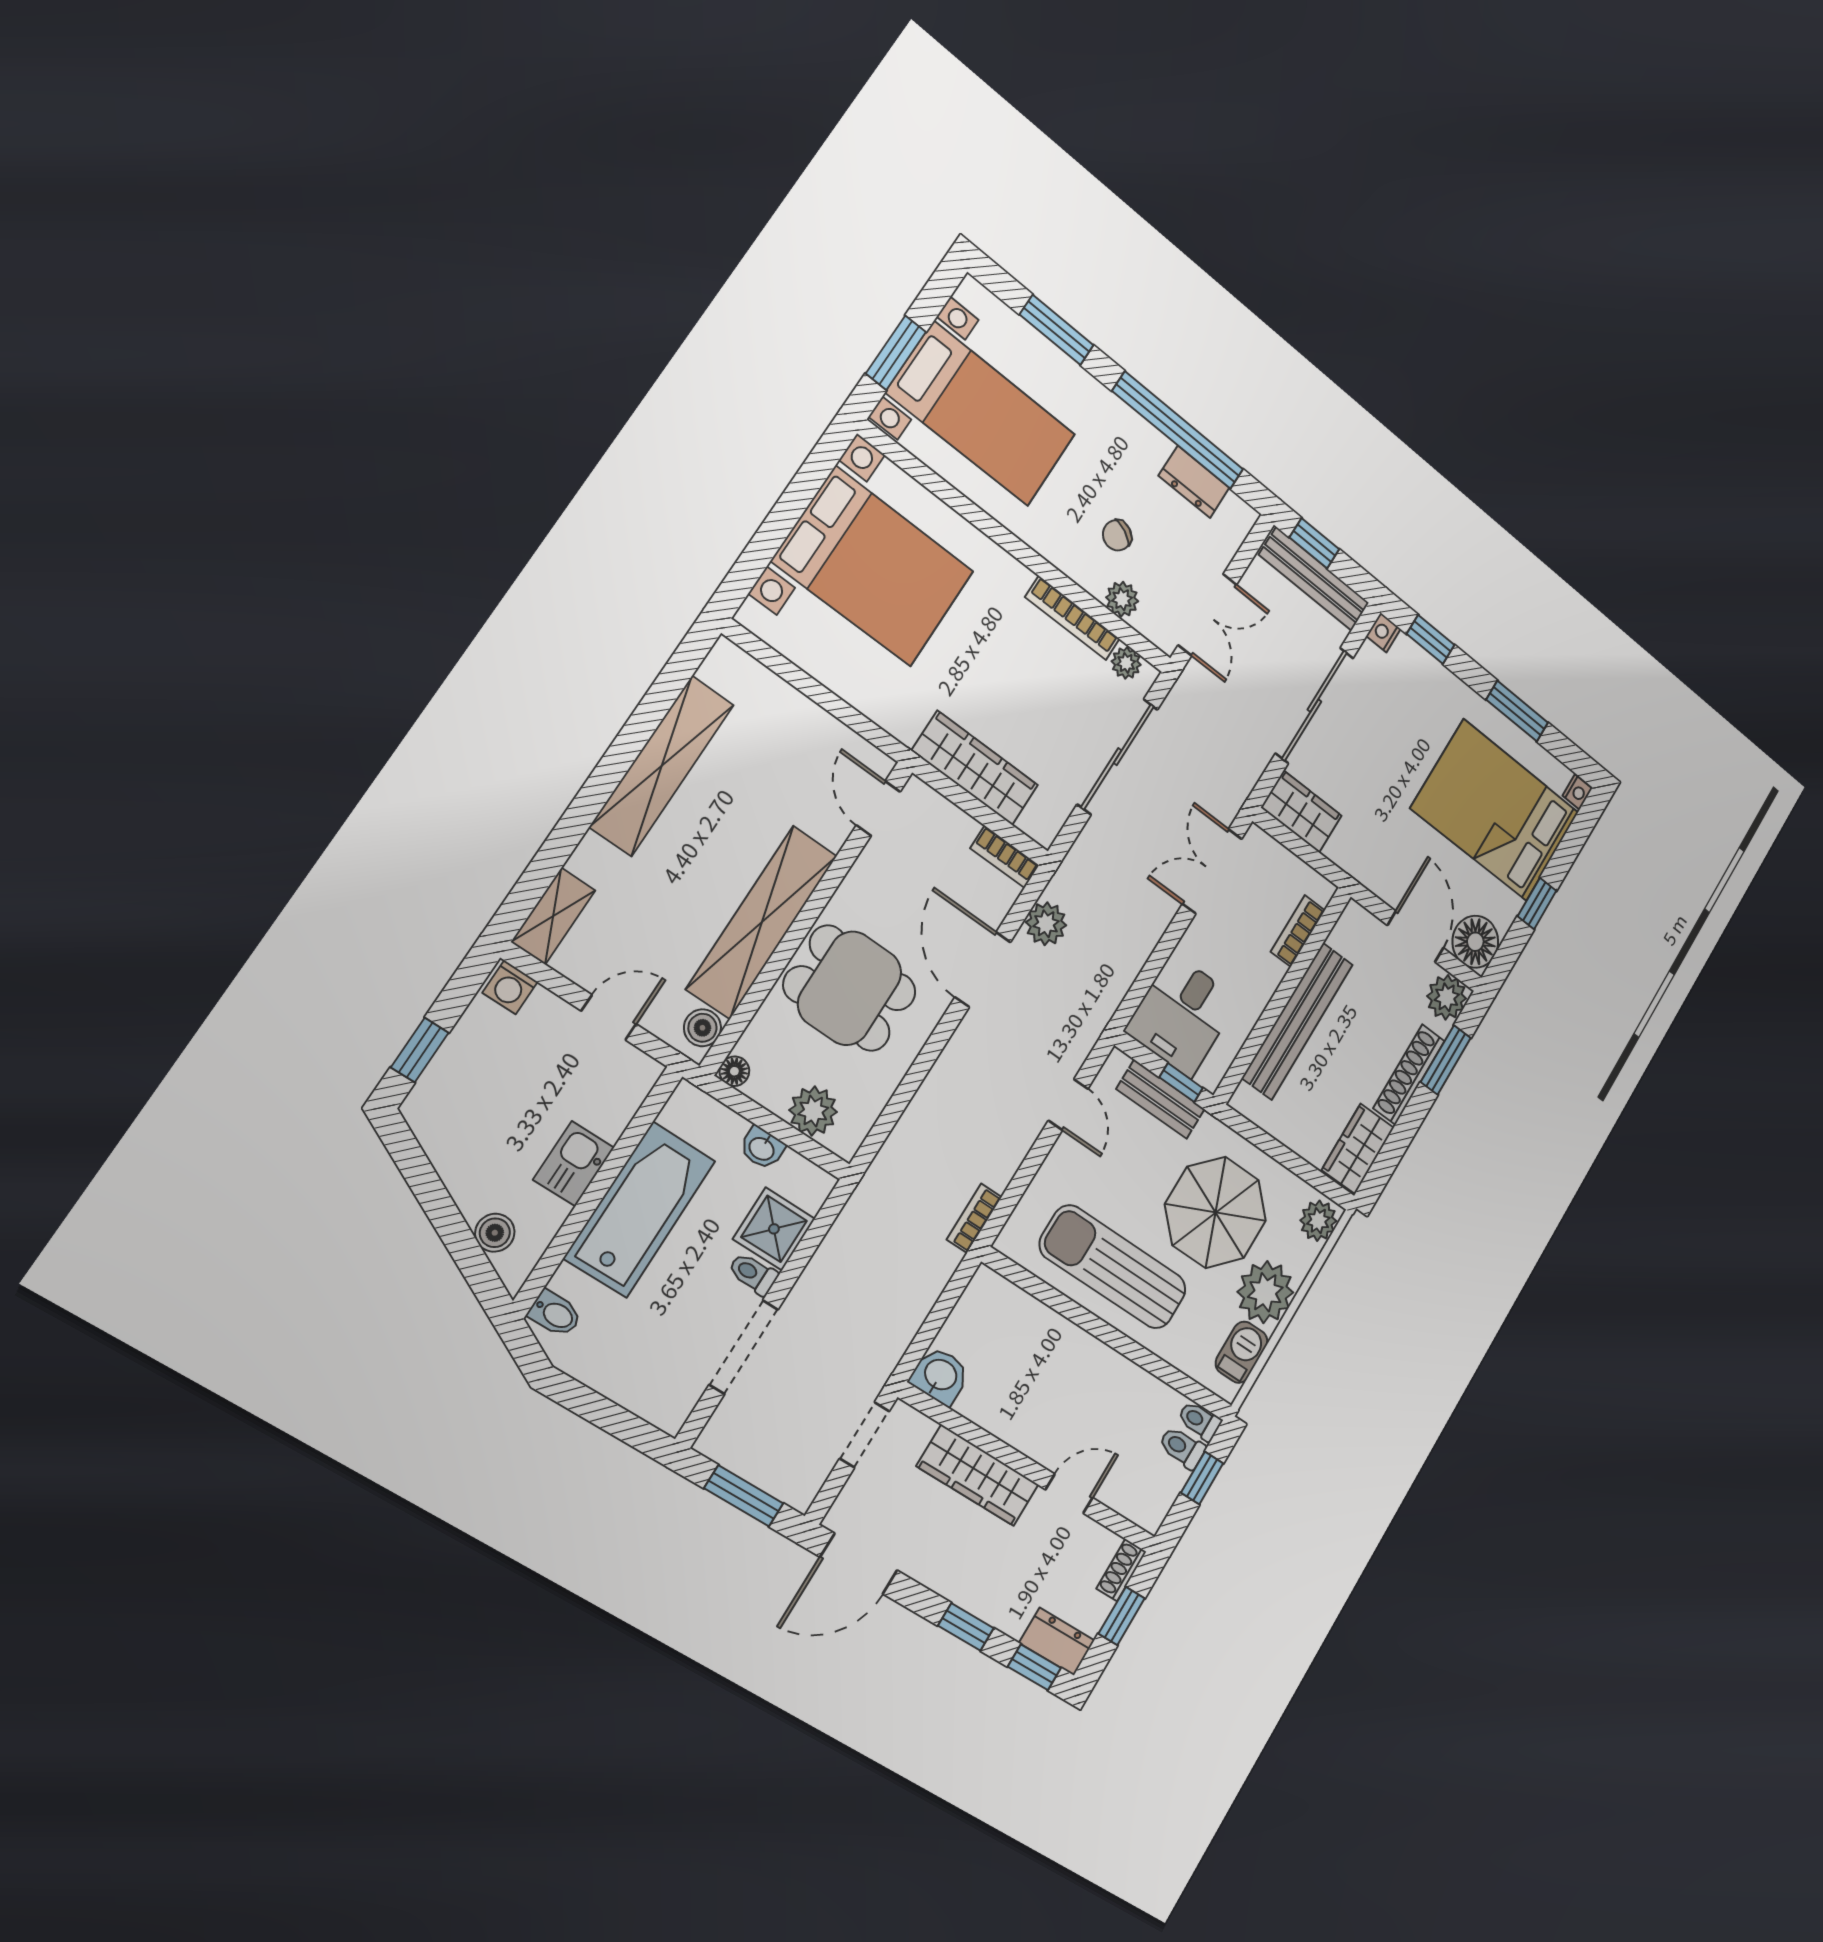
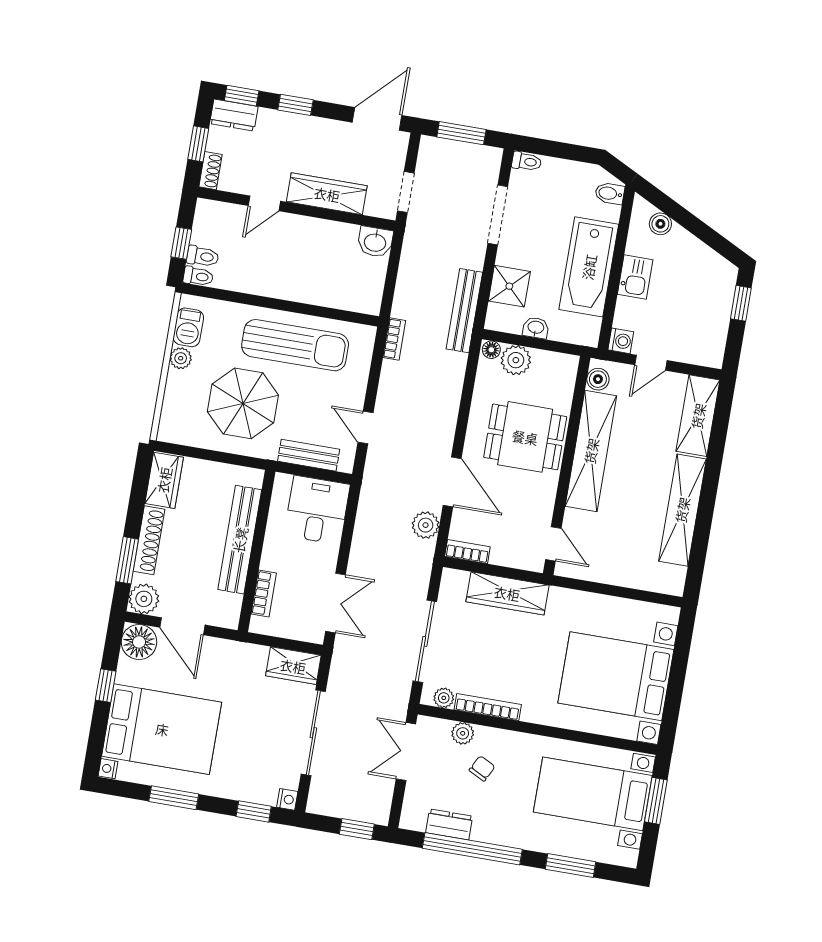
bench: (1314, 579) -> (464, 311), moved, turned 90
shelving: (553, 916) -> (698, 416), width x1.50, depth x1.33
washing machine: (510, 987) -> (621, 341), moved, turned 90
floor lamp: (734, 1071) -> (491, 350), moved
window: (1181, 1083) -> (300, 470), removed
plant: (1318, 1221) -> (172, 426), removed
toilet: (753, 1274) -> (527, 162), moved
plant: (1265, 1292) -> (181, 358), width x0.53, depth x0.53

